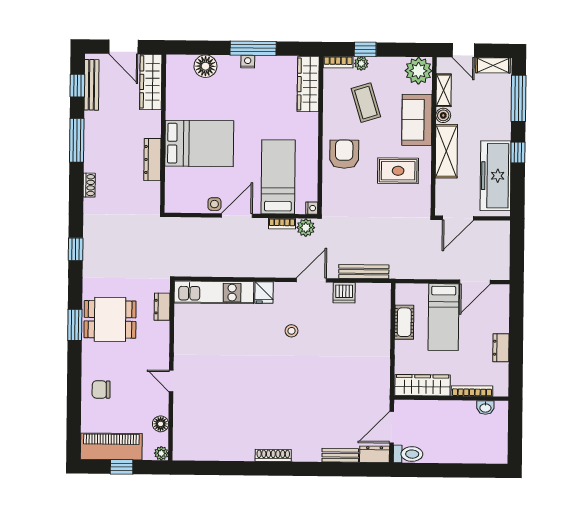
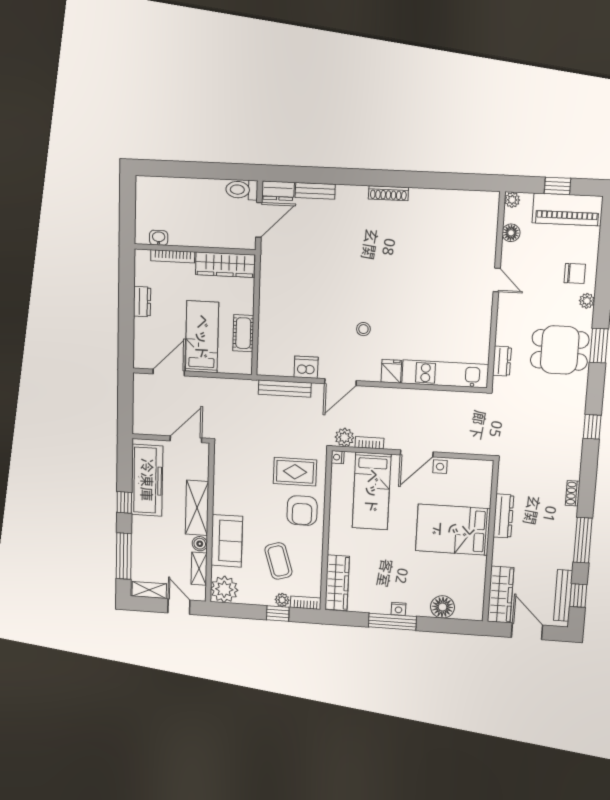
rug: (398, 171) -> (295, 472), moved
plant: (88, 365) -> (587, 301), added

